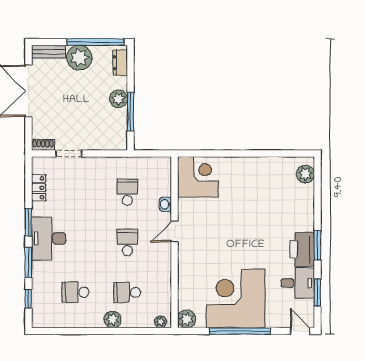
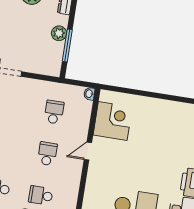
corner desk: (198, 177) -> (113, 121), moved
washbasin: (165, 204) -> (89, 94), moved

